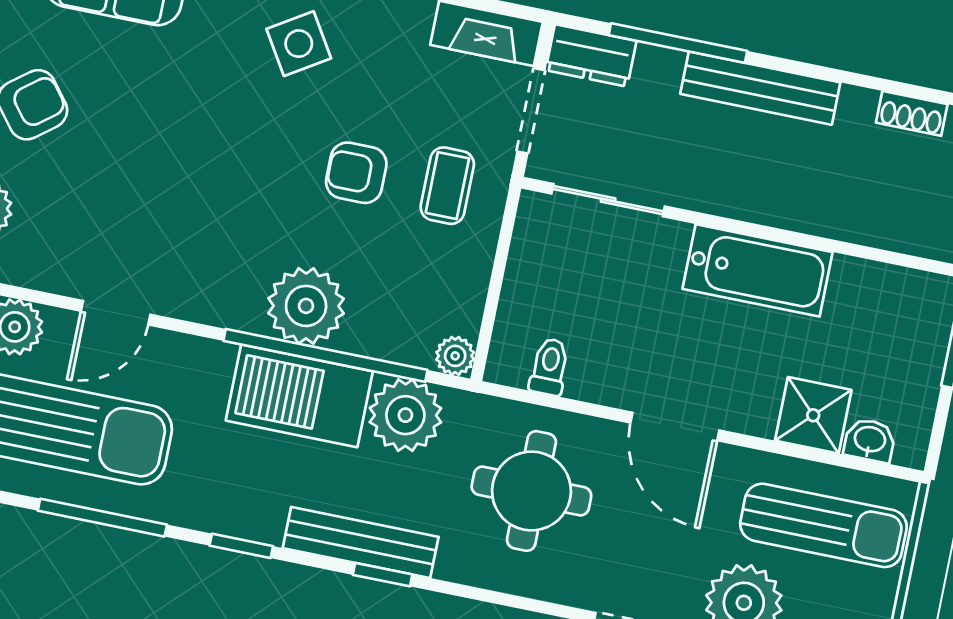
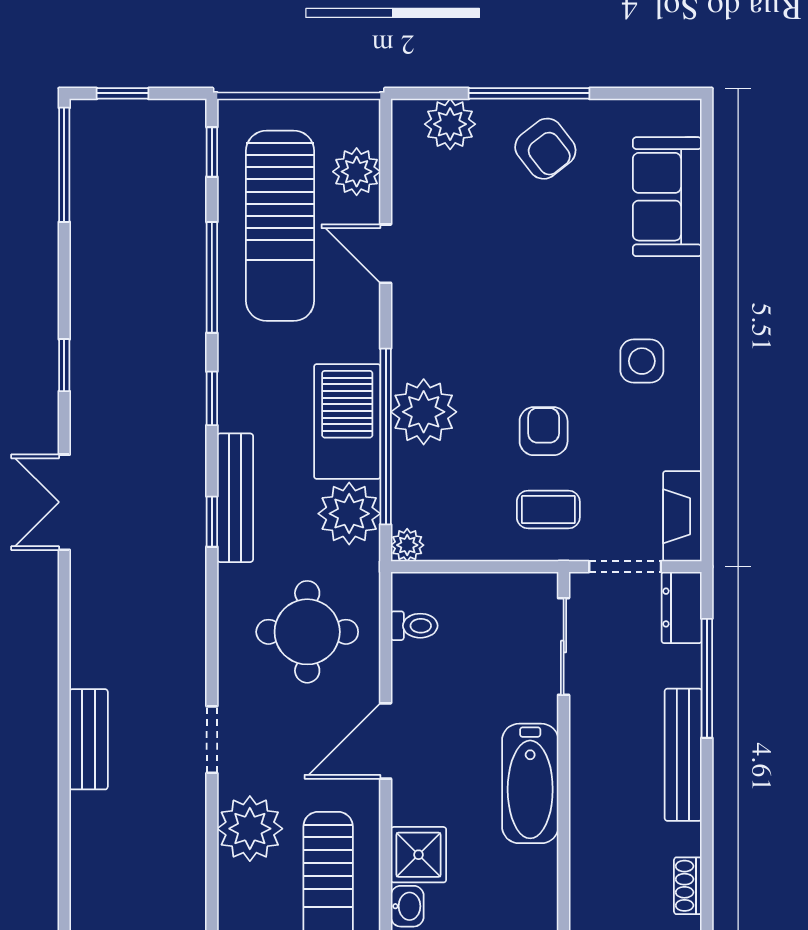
side table: (299, 44) -> (642, 361), turned 32

